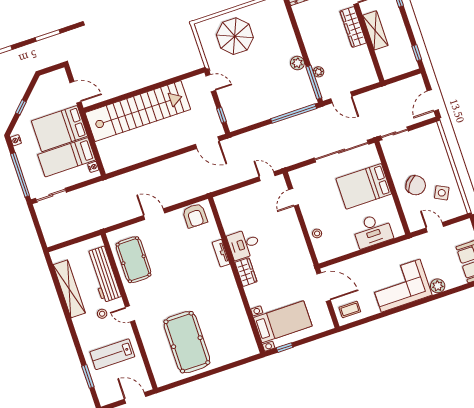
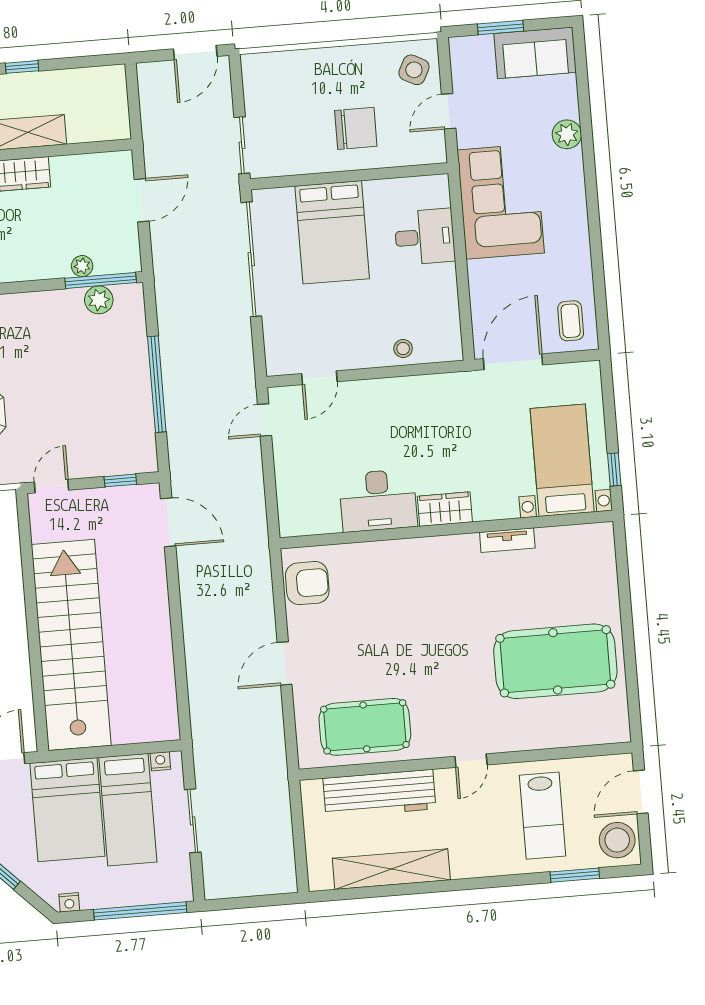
window: (417, 53) -> (22, 67), moved
plant: (297, 63) -> (99, 300), moved
door: (341, 97) -> (142, 200), moved
door: (433, 100) -> (195, 53), hinge flipped
window: (294, 114) -> (157, 384), moved
door: (207, 143) -> (168, 522), hinge flipped
chair: (416, 185) -> (356, 128), turned 51
side table: (442, 193) -> (414, 70), moved
sliding door: (51, 195) -> (193, 821), moved
door: (293, 197) -> (319, 378), hinge flipped
desk: (372, 231) -> (425, 237), width x0.73
desk: (244, 244) -> (378, 500), width x1.37
tv unit: (221, 253) -> (507, 540), moved
corner sofa: (401, 286) -> (501, 201), moved, turned 180
stool: (102, 314) -> (617, 840), moved, width x1.89, depth x1.89

